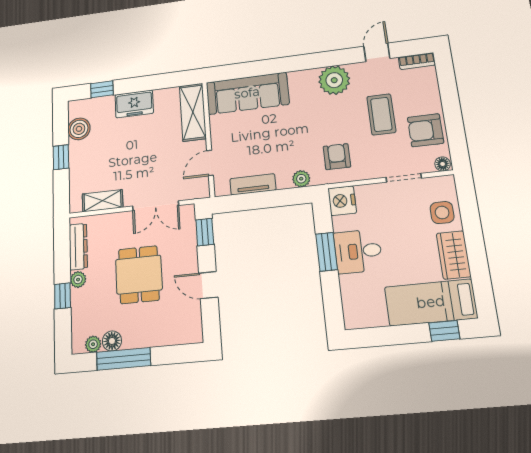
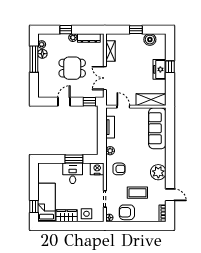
window: (102, 89) -> (170, 67), moved
armchair: (426, 130) -> (127, 212), turned -90

